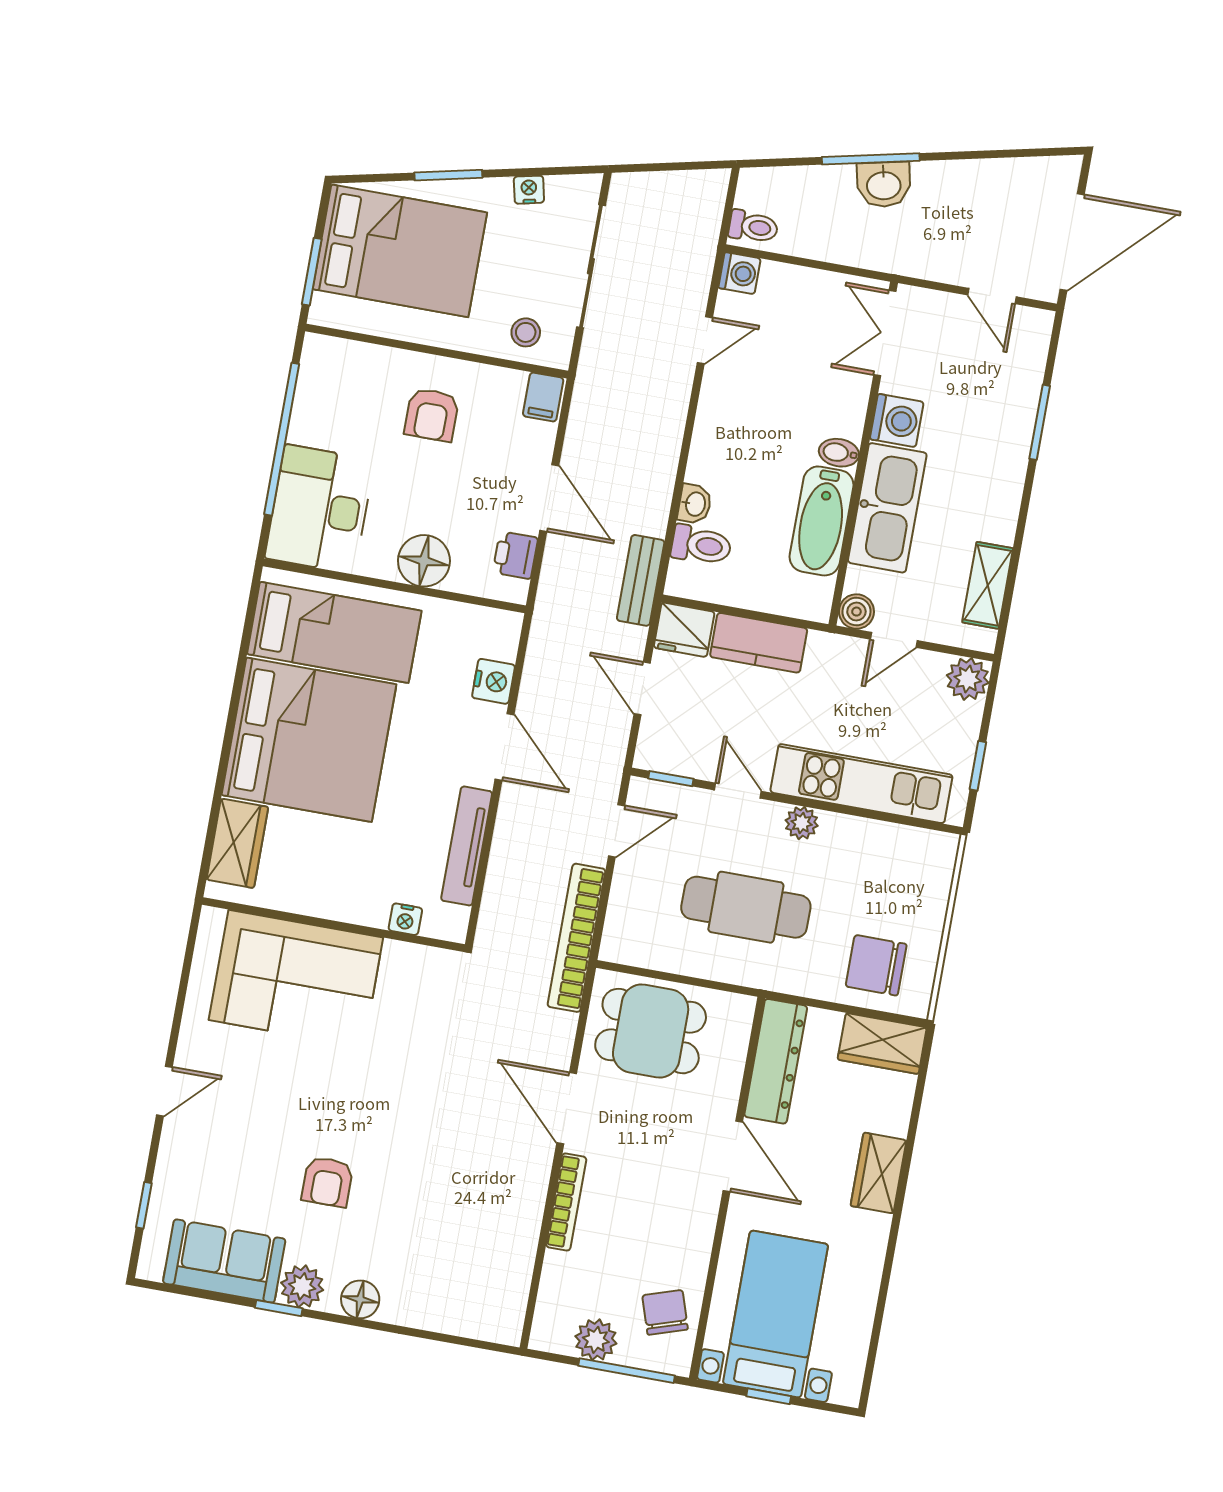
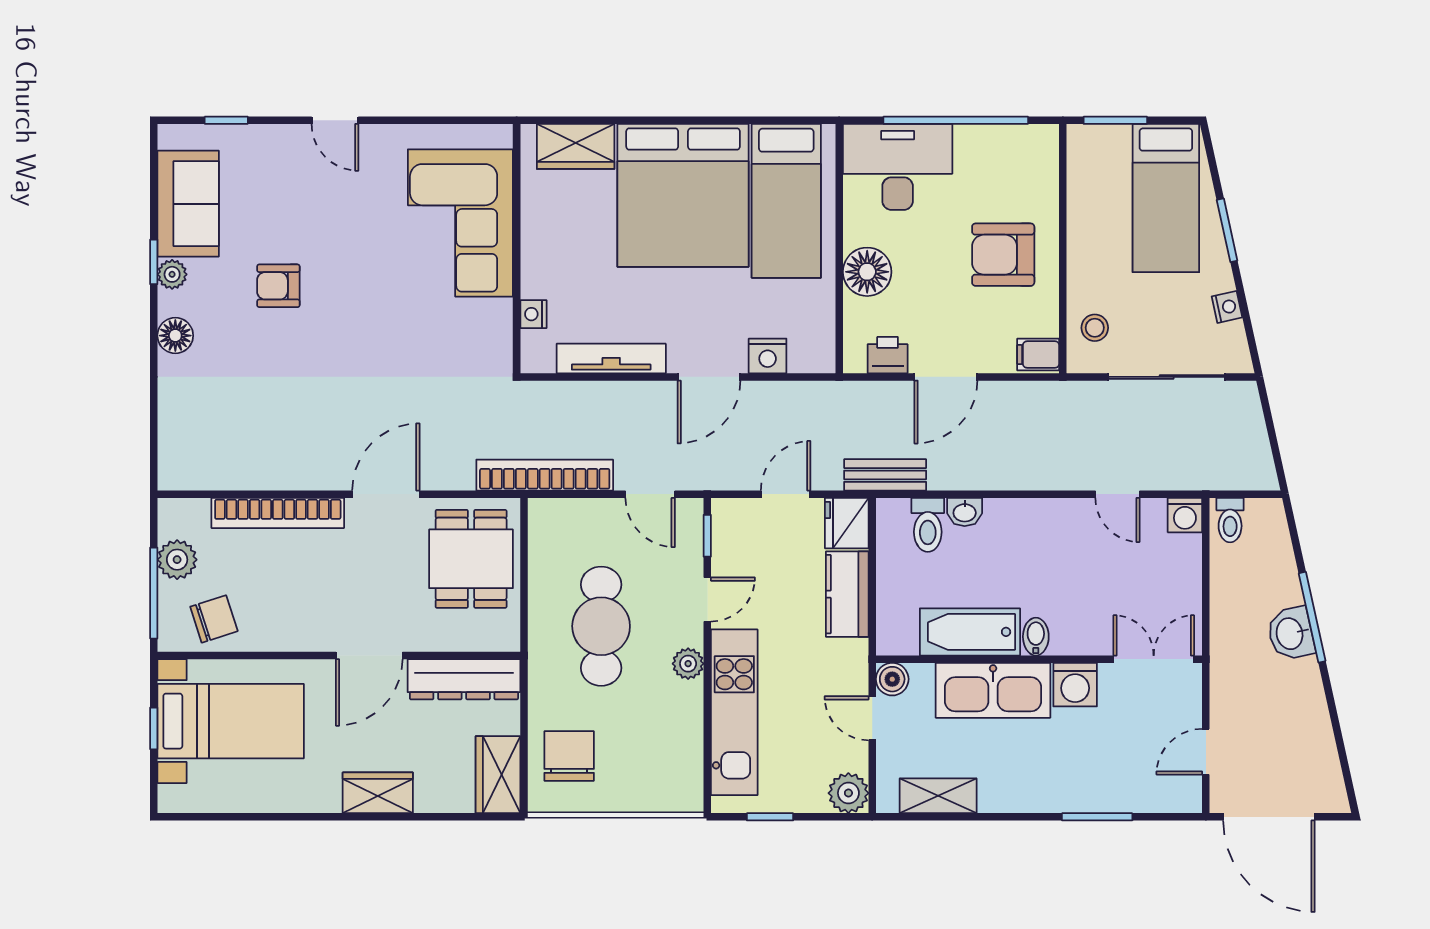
bed: (400, 251) -> (1166, 198), width x0.67
armchair: (432, 415) -> (1003, 255), width x1.38, depth x1.38
bookcase: (566, 1202) -> (278, 513), width x1.48, depth x1.31
plant: (302, 1286) -> (172, 274), width x0.73, depth x0.73

